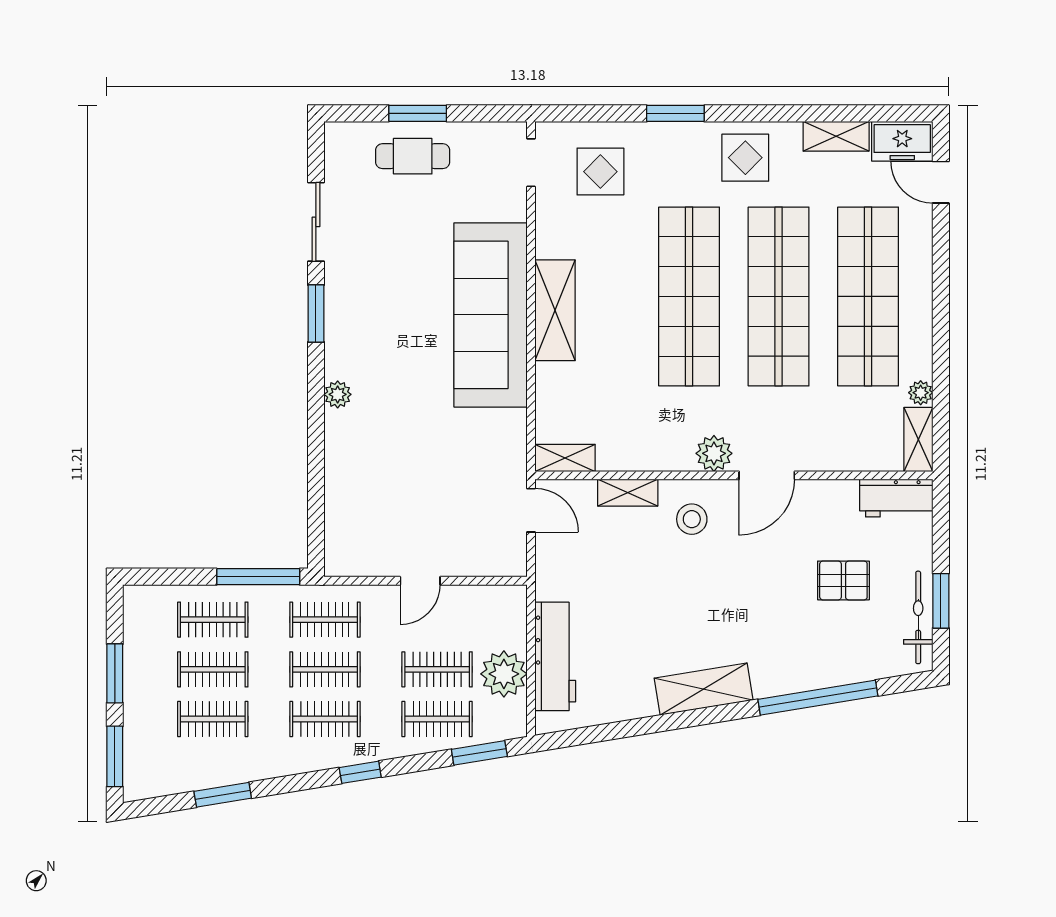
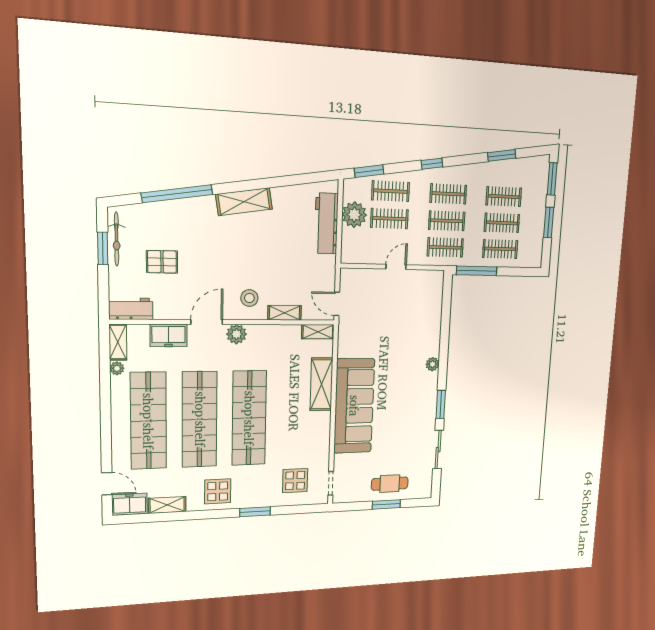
shelving: (555, 310) -> (322, 384), moved
freezer: (833, 451) -> (169, 335), added

